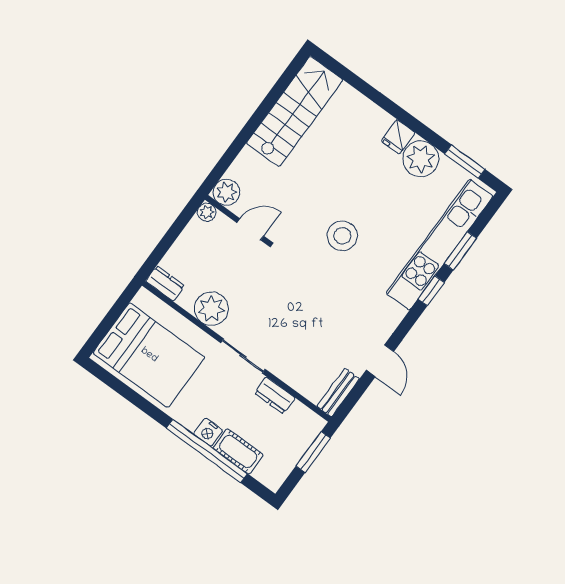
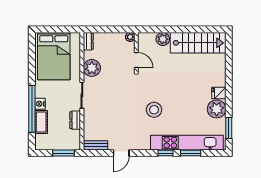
plant: (226, 192) -> (163, 39), moved
stool: (342, 236) -> (154, 110), moved

